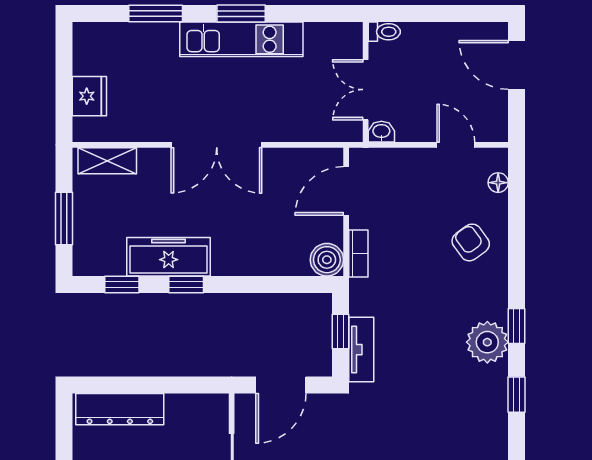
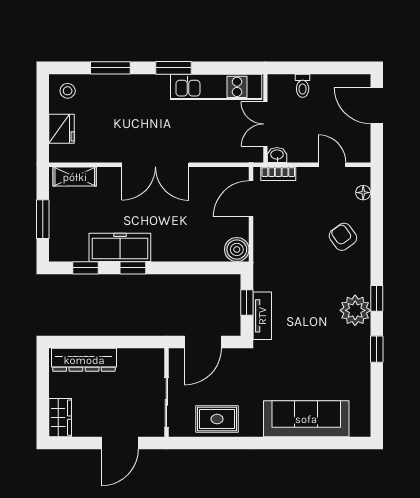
toilet: (384, 32) -> (303, 86), moved, turned 90
kitchen unit: (241, 39) -> (216, 87), moved
stool: (98, 45) -> (68, 91), added
bookcase: (358, 254) -> (278, 174), moved, turned 90

